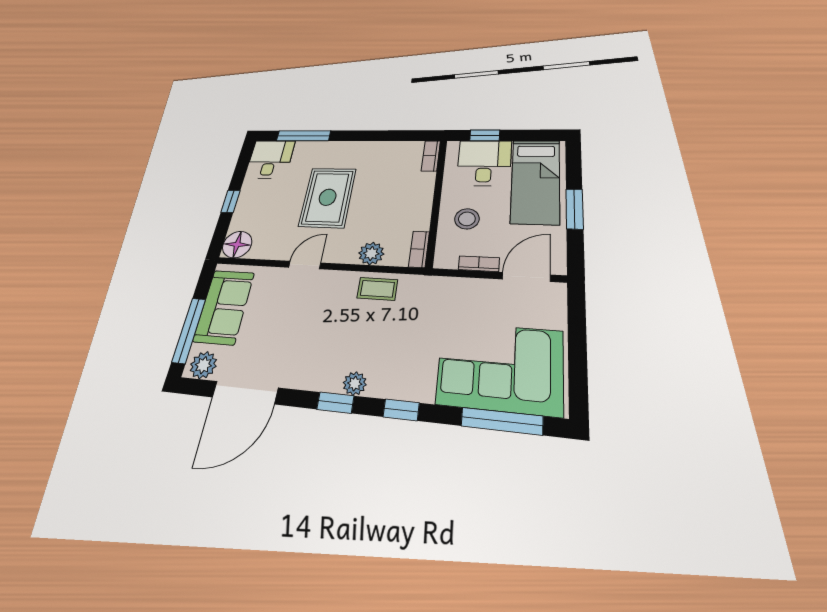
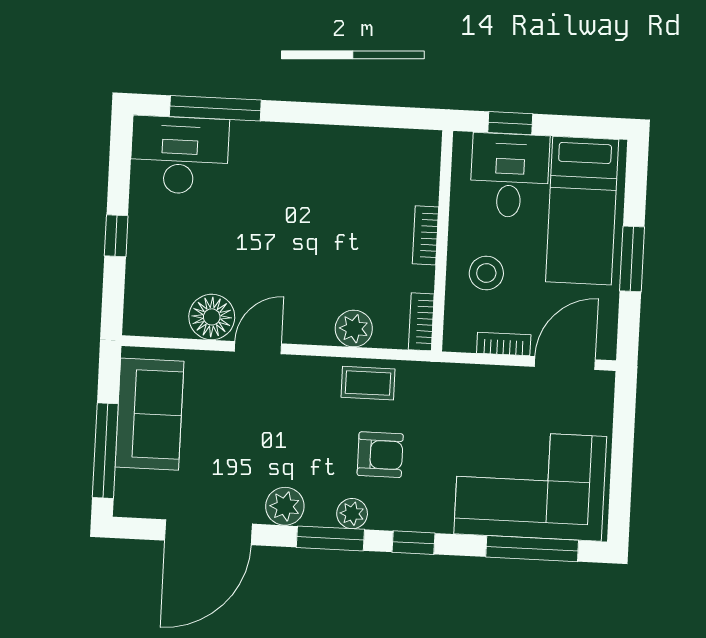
bookcase: (431, 156) -> (425, 235), moved
desk: (270, 159) -> (179, 155), width x1.37
rug: (328, 197) -> (275, 232), removed
floor lamp: (237, 245) -> (212, 317), moved
armchair: (381, 339) -> (380, 455), added
plant: (203, 365) -> (285, 506), moved
window: (335, 403) -> (330, 538), width x1.50

